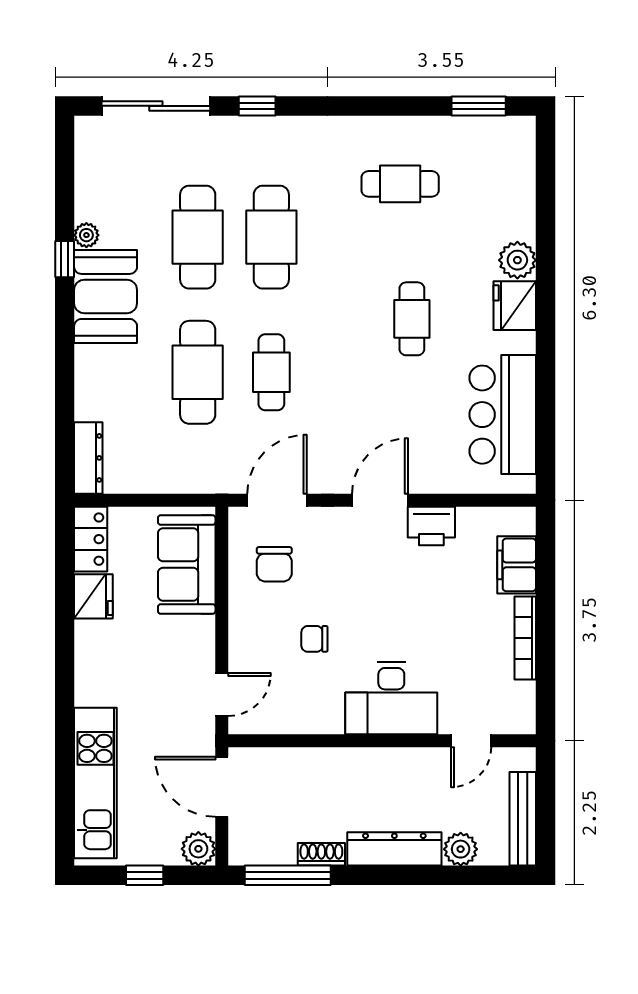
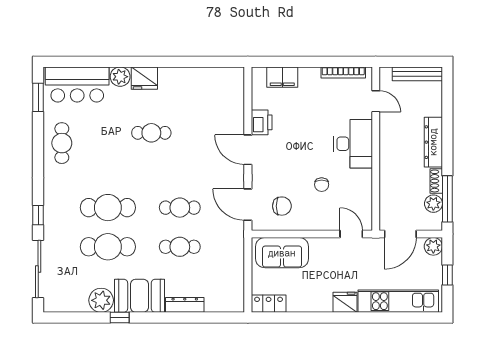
cafe table: (400, 184) -> (62, 143), moved
plant: (86, 235) -> (101, 300), width x1.88, depth x1.88
cafe table: (198, 372) -> (180, 247), width x0.73, depth x0.74
bar counter: (503, 415) -> (77, 84), moved
dresser: (88, 458) -> (185, 305), moved
fridge: (93, 596) -> (345, 302), moved
bookcase: (525, 638) -> (343, 73), moved
plant: (461, 849) -> (433, 204), moved

